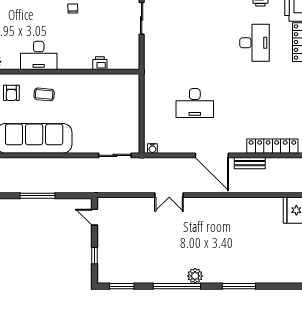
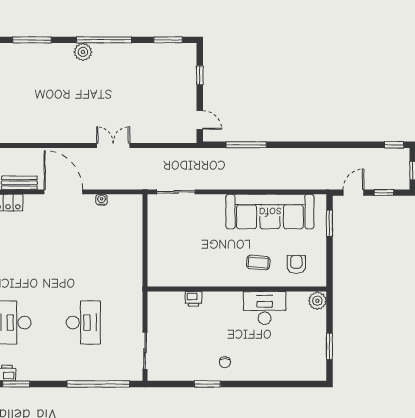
desk: (195, 103) -> (83, 323), moved, turned 90
water cooler: (152, 148) -> (102, 200), moved
window: (38, 196) -> (246, 145), moved

